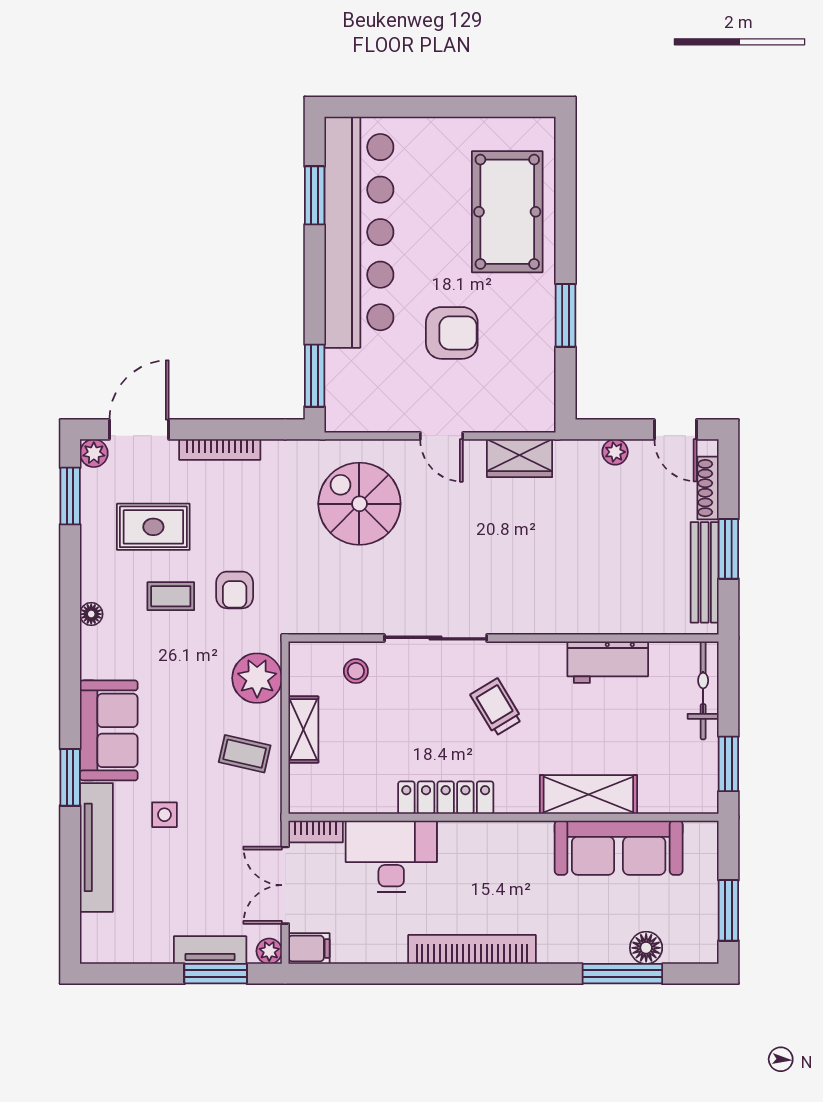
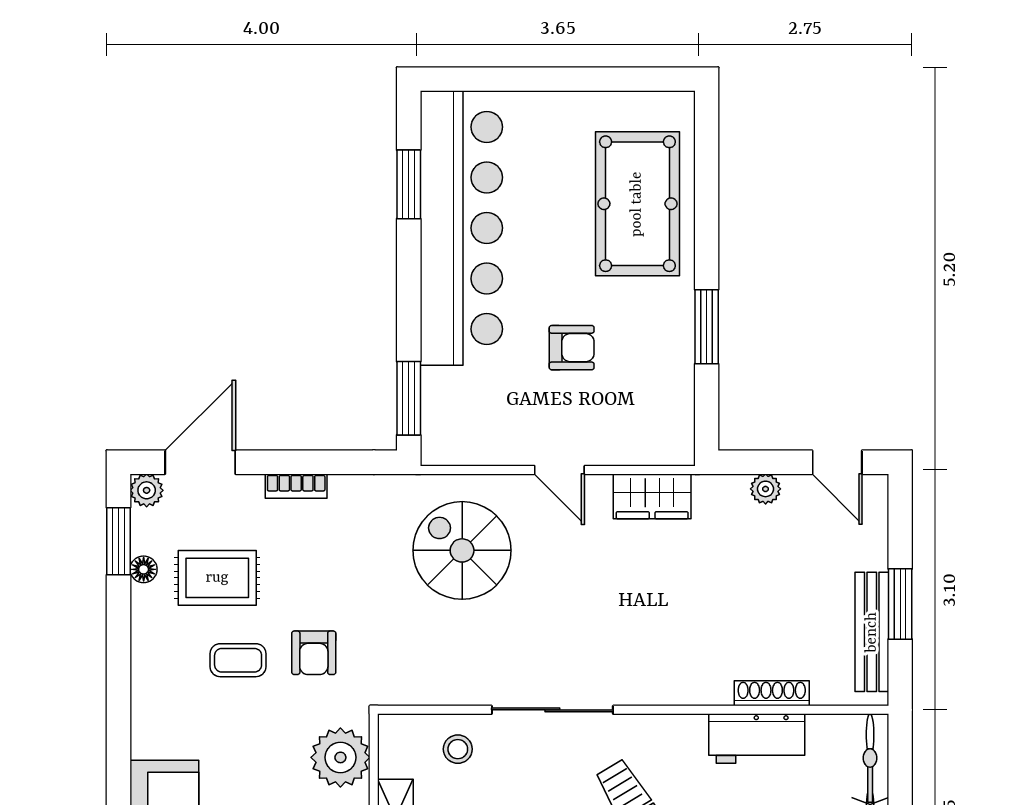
armchair: (452, 333) -> (572, 348), width x0.72, depth x0.72
bookcase: (220, 450) -> (296, 486), width x0.64
shoe rack: (708, 488) -> (772, 693), moved, turned 90
floor lamp: (91, 614) -> (144, 569), moved

